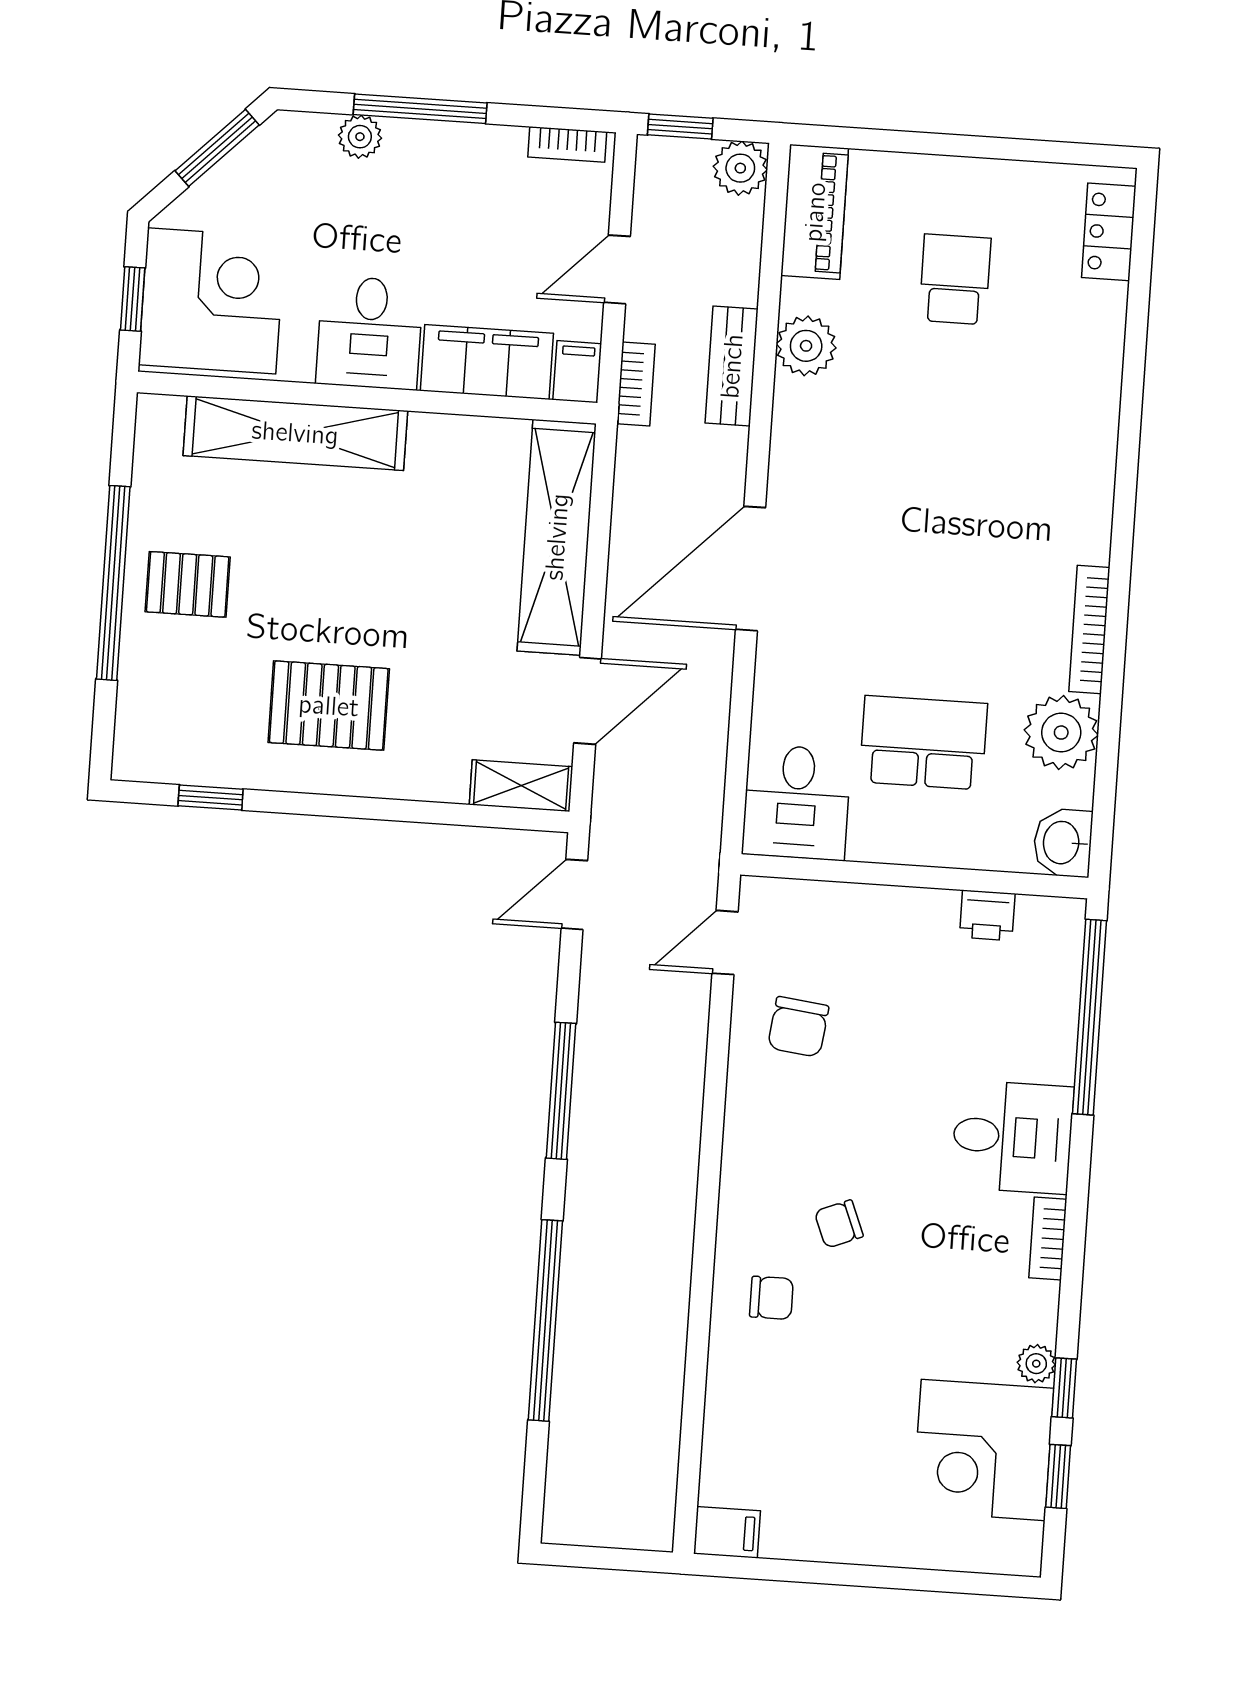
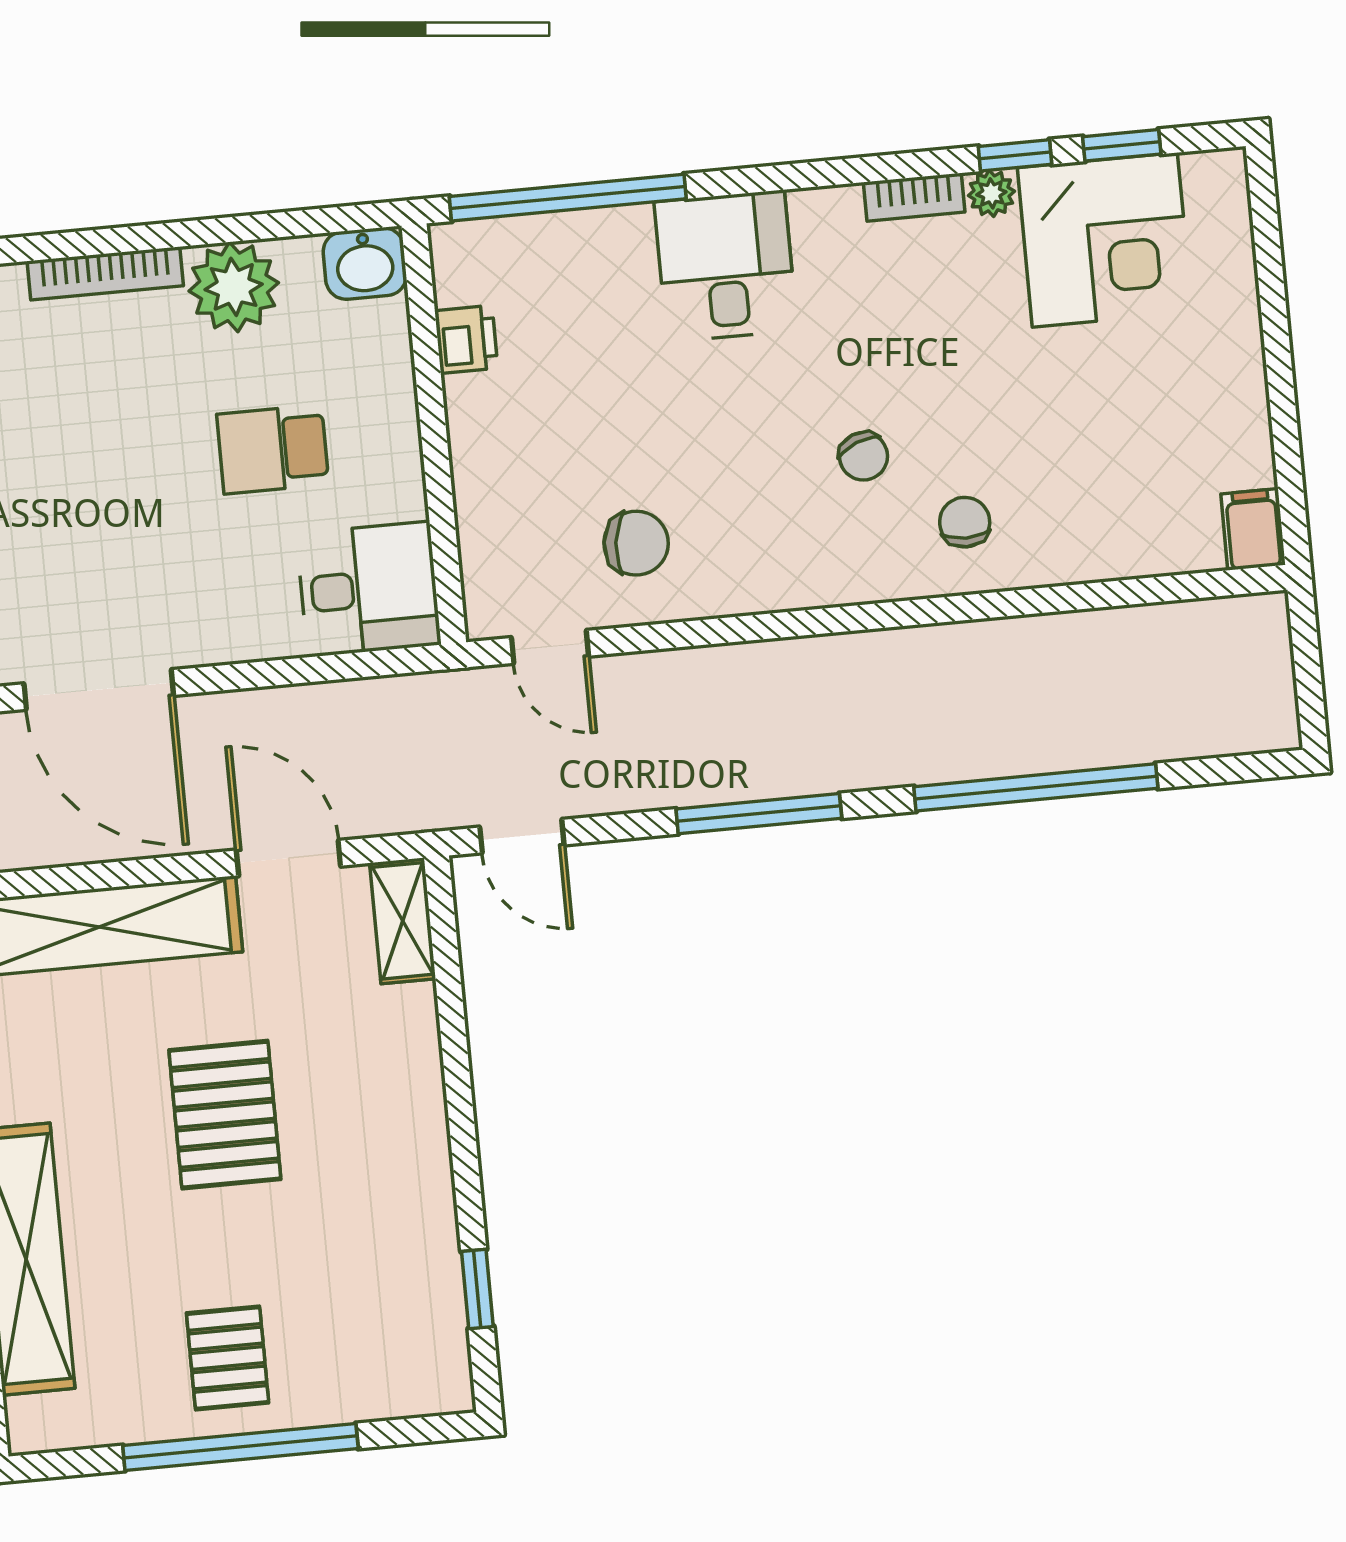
pallet: (329, 706) -> (225, 1115), moved
school desk: (923, 743) -> (273, 449), width x0.54
bookcase: (1048, 1239) -> (914, 197), moved

